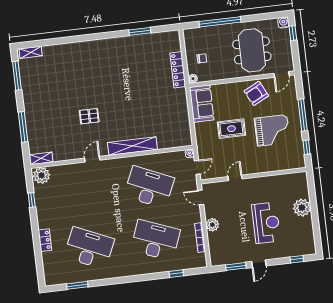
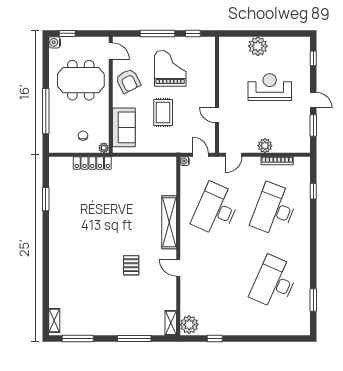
sofa: (202, 104) -> (124, 127), moved, turned 90
locker: (45, 240) -> (260, 329), removed

